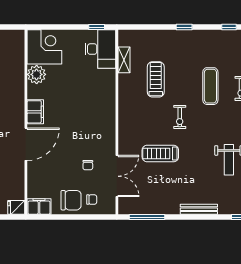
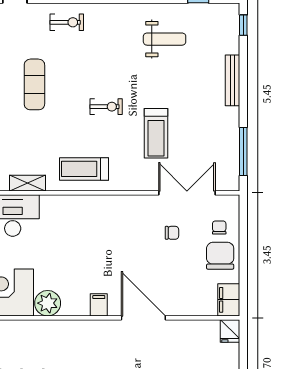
treadmill: (156, 79) -> (84, 169), moved
exercise mat: (210, 86) -> (34, 84), moved, turned 90
filing cabinet: (35, 112) -> (99, 305), width x0.50

